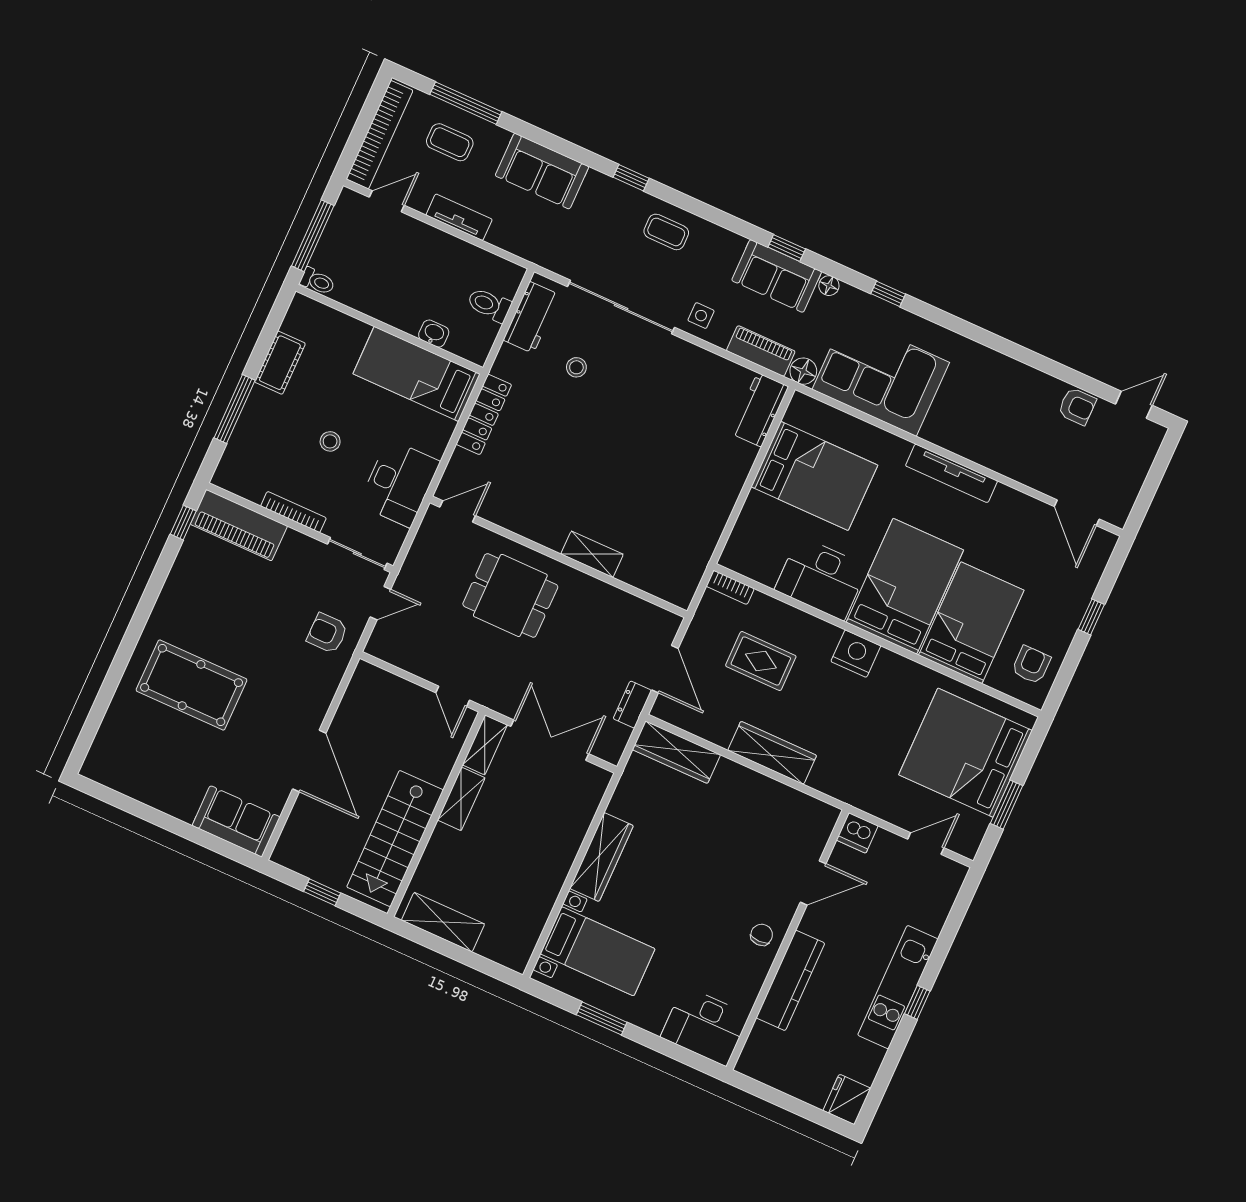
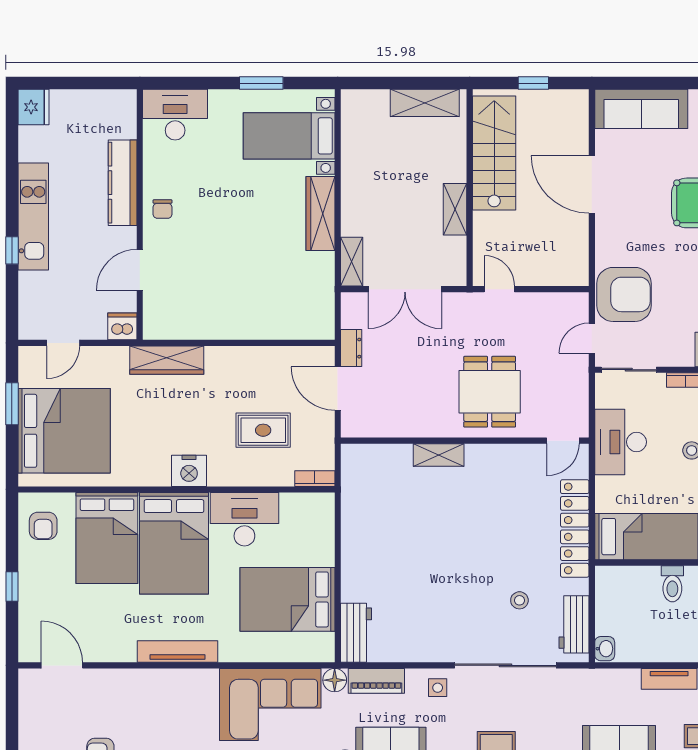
toilet: (489, 305) -> (672, 584), moved, turned 90
washbasin: (434, 334) -> (605, 649), moved, turned -90
locker: (484, 414) -> (575, 528), width x1.41, depth x1.21
dining table: (510, 595) -> (490, 392), turned 90
armchair: (327, 633) -> (624, 294), width x1.88, depth x1.88
shelving: (485, 745) -> (352, 262), moved
wardrobe: (676, 752) -> (298, 326), removed
wardrobe: (772, 753) -> (167, 360), moved
sofa: (236, 821) -> (641, 109), width x1.36
window: (917, 1002) -> (12, 250), moved

